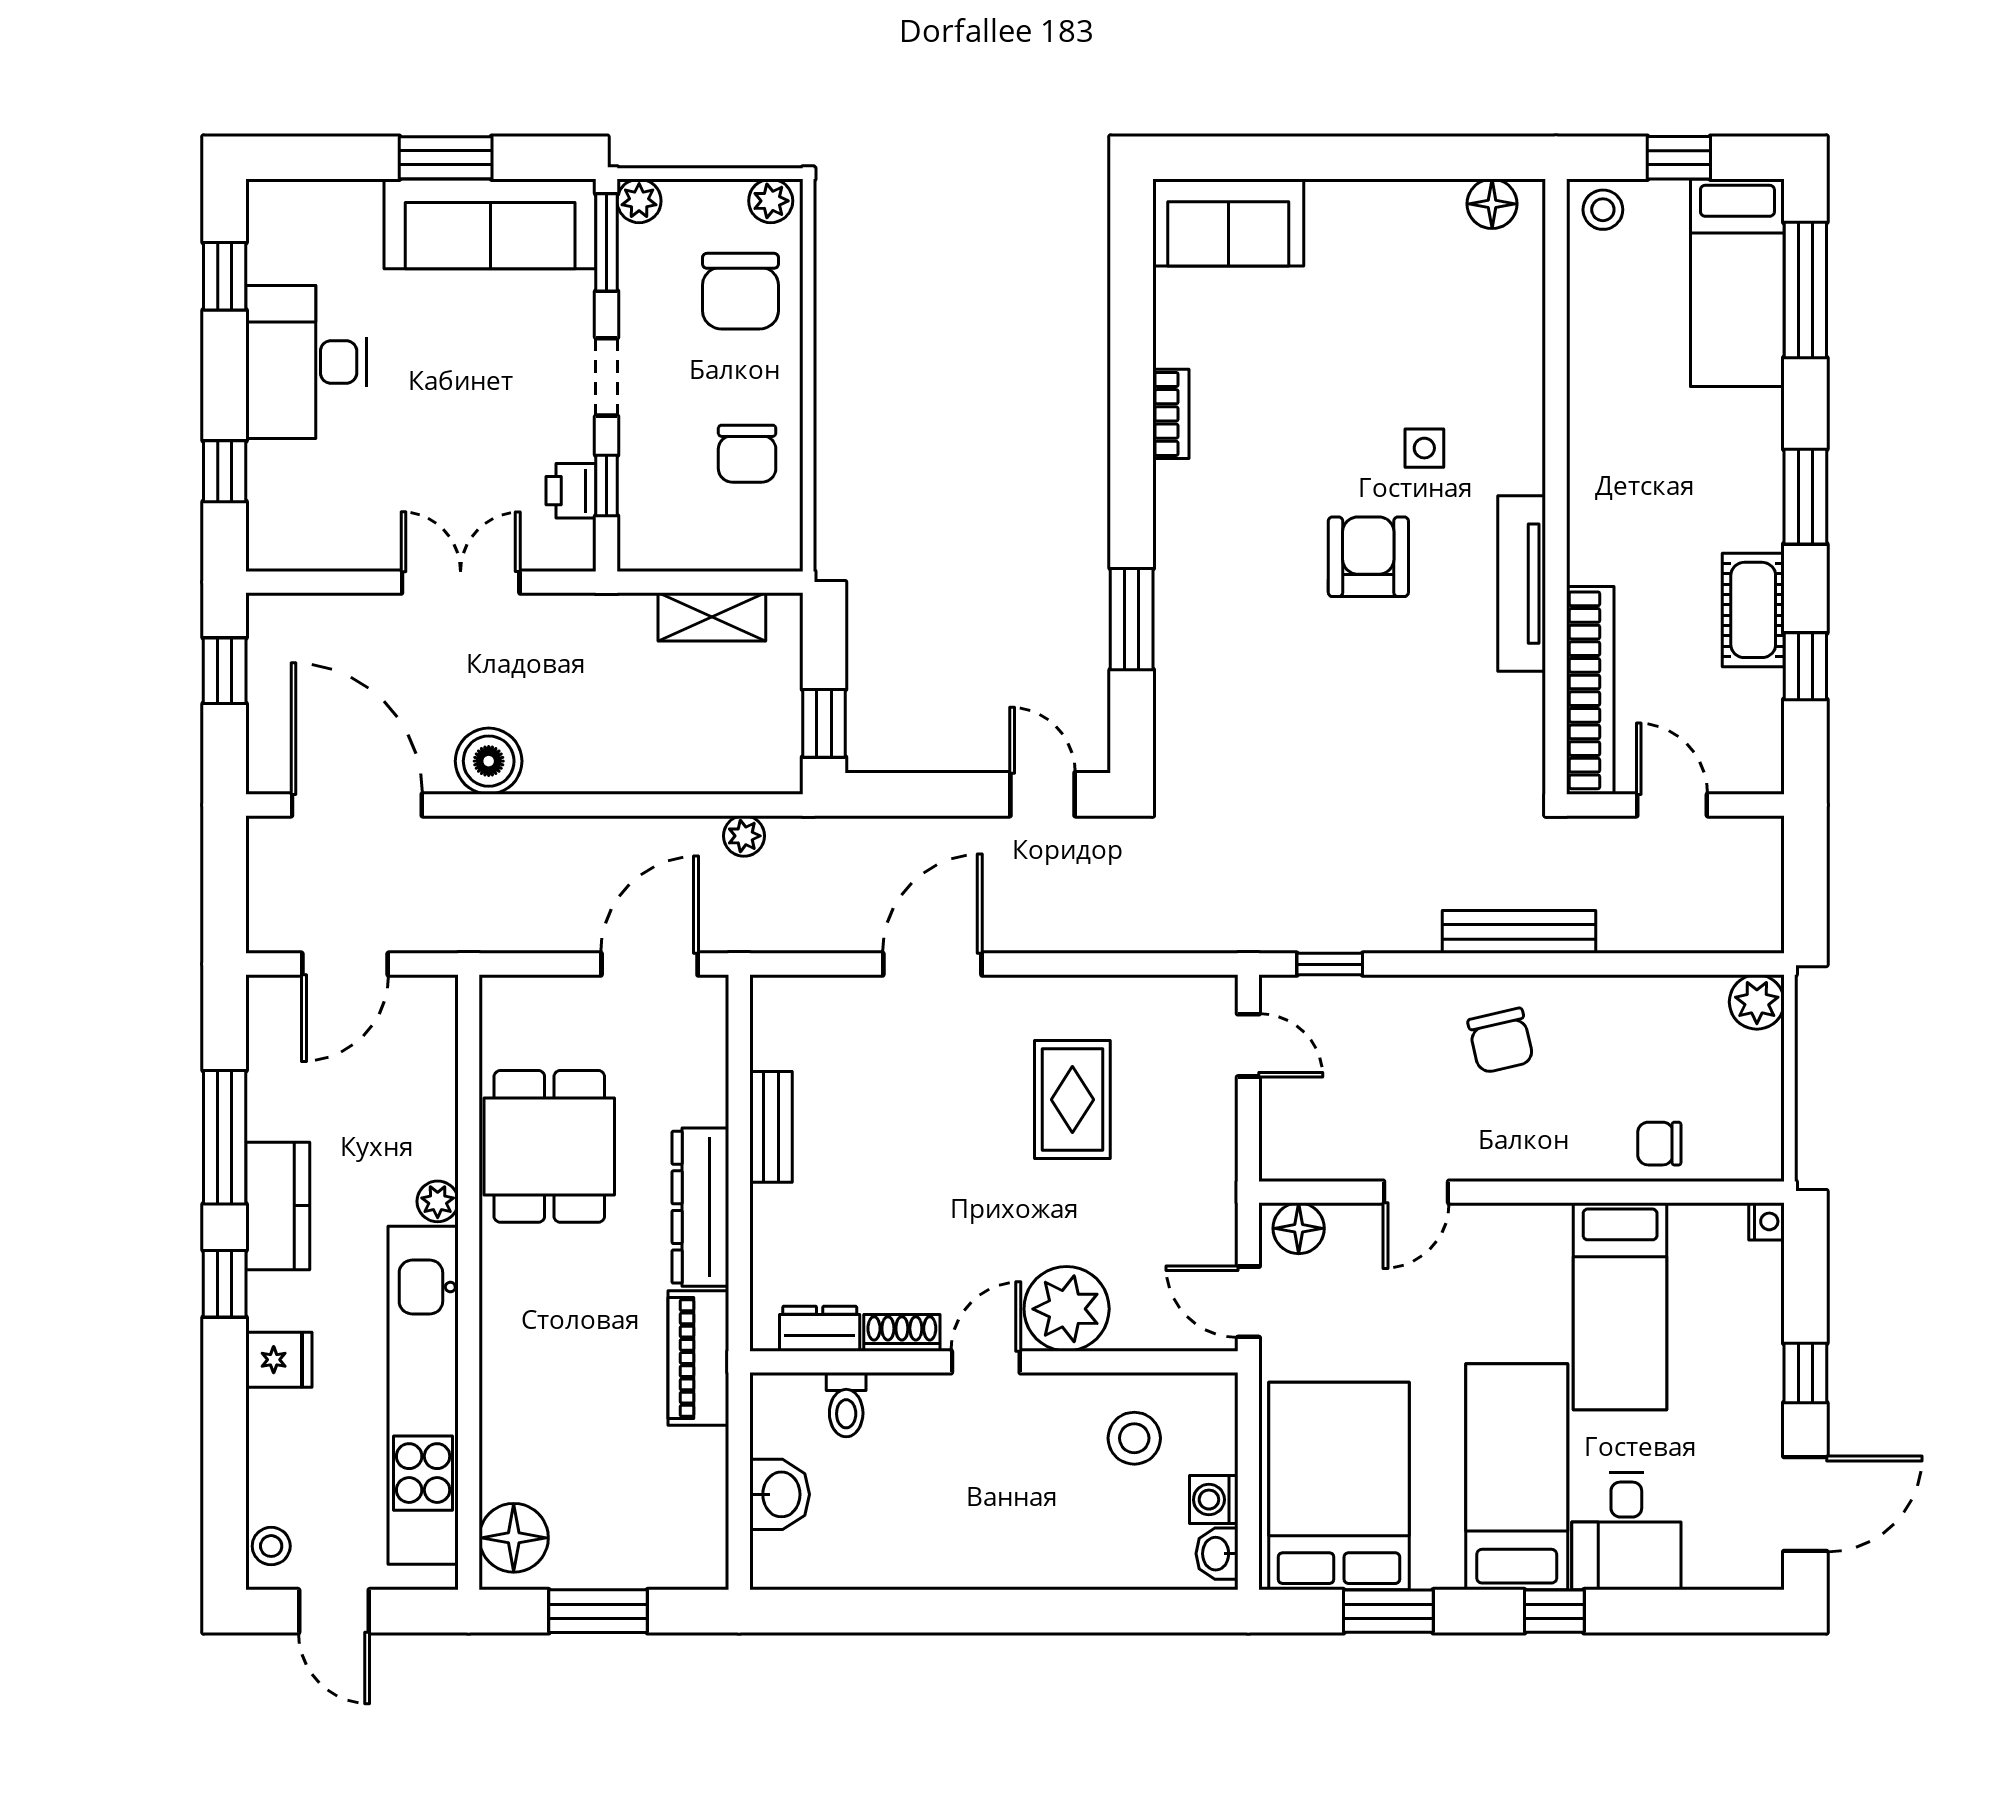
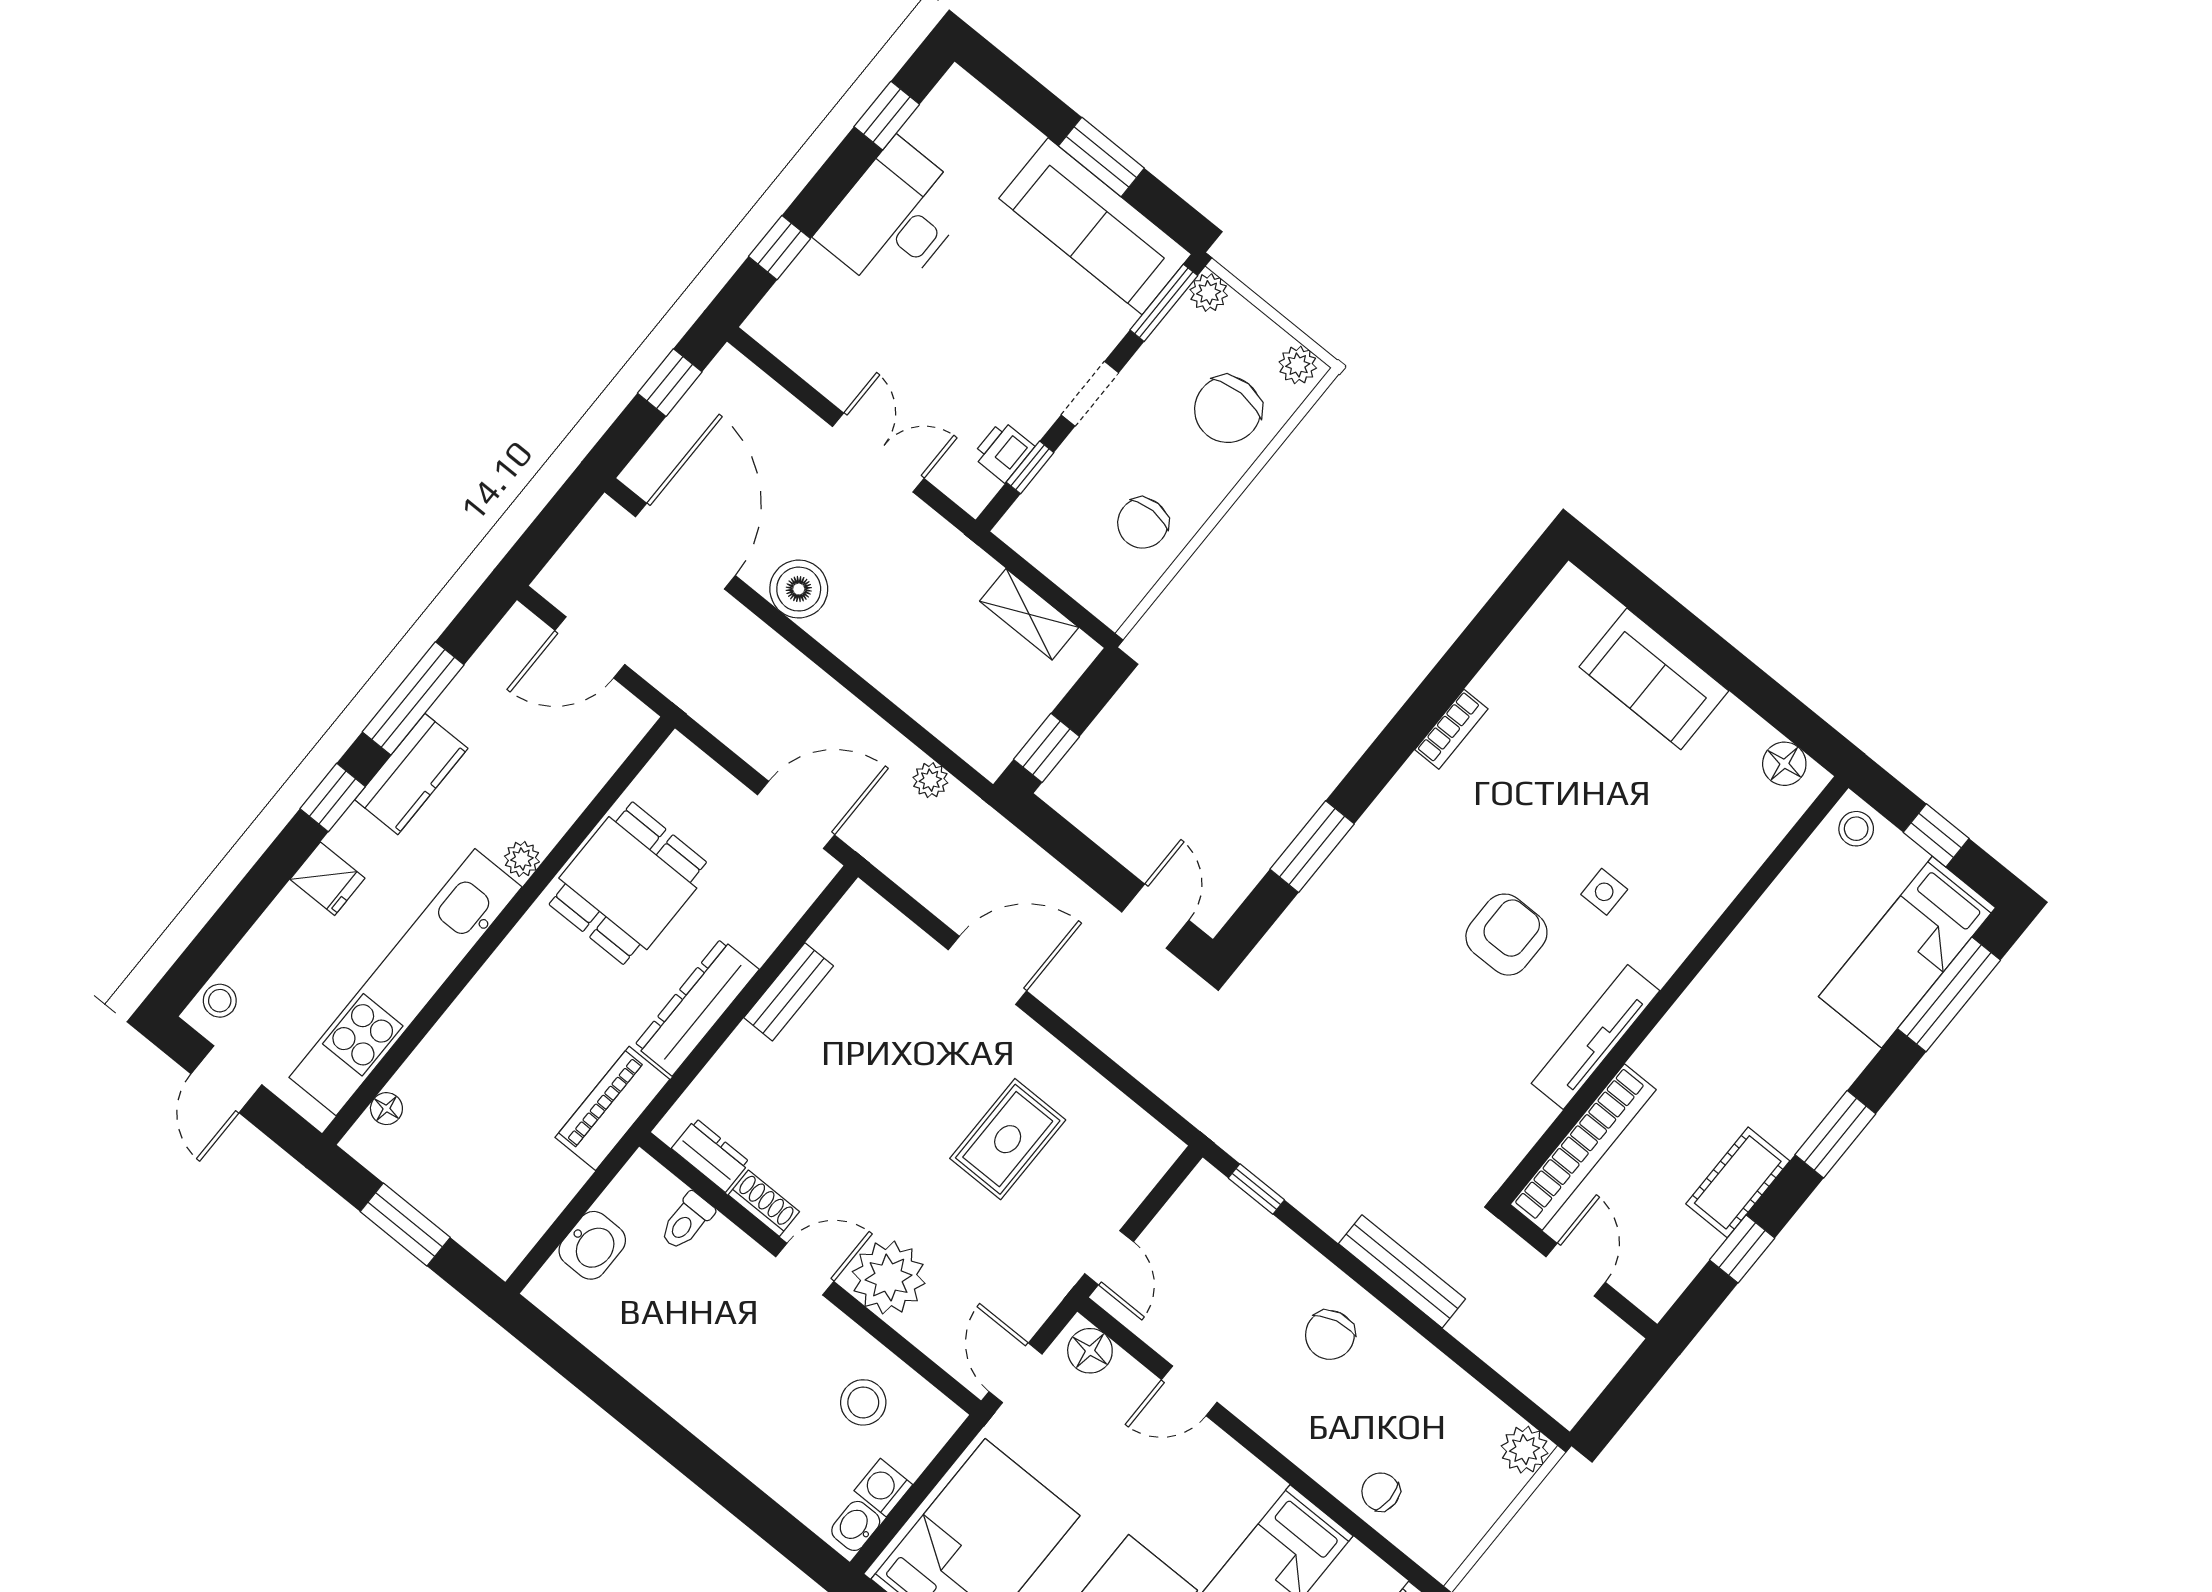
sofa: (1228, 223) -> (1654, 679), moved
door: (1248, 1045) -> (1109, 1258), moved
floor lamp: (514, 1538) -> (386, 1109), width x0.53, depth x0.53

